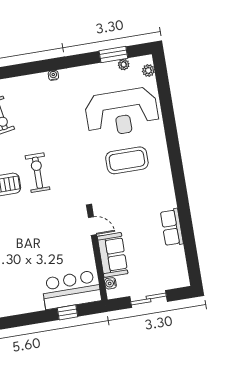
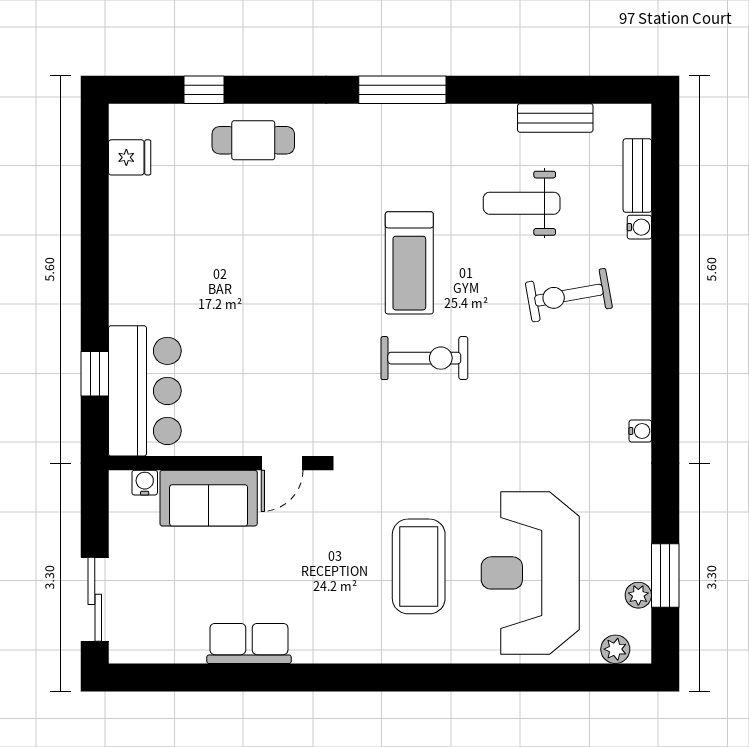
sliding door: (148, 299) -> (95, 599), moved

